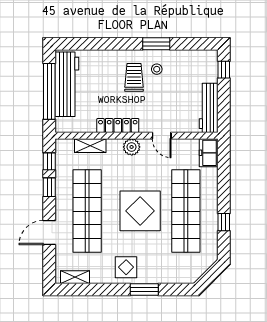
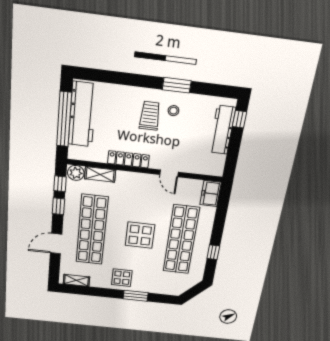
workbench: (209, 108) -> (222, 130), moved
plant: (132, 147) -> (76, 173), moved
display table: (140, 211) -> (140, 235), width x0.73, depth x0.73

